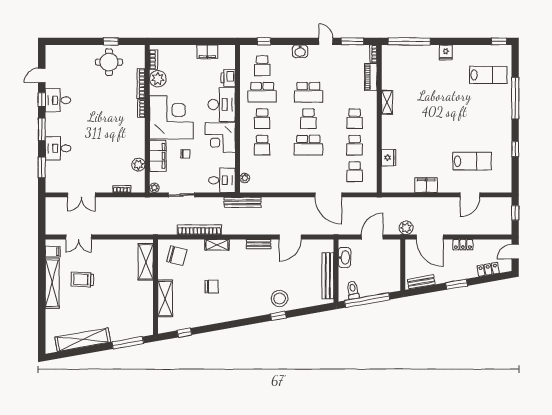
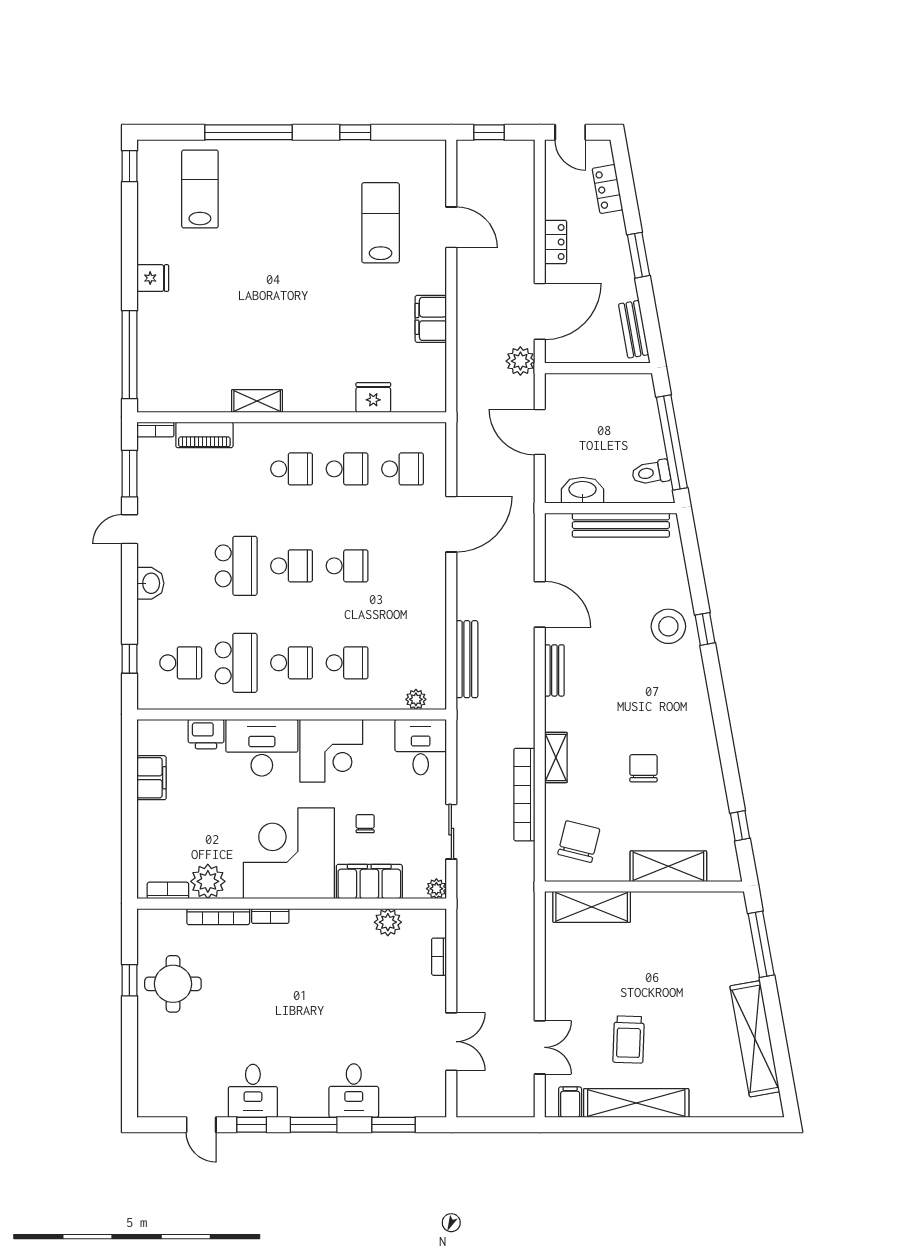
school desk: (308, 145) -> (347, 566), width x0.54
bench: (243, 202) -> (467, 659), moved

